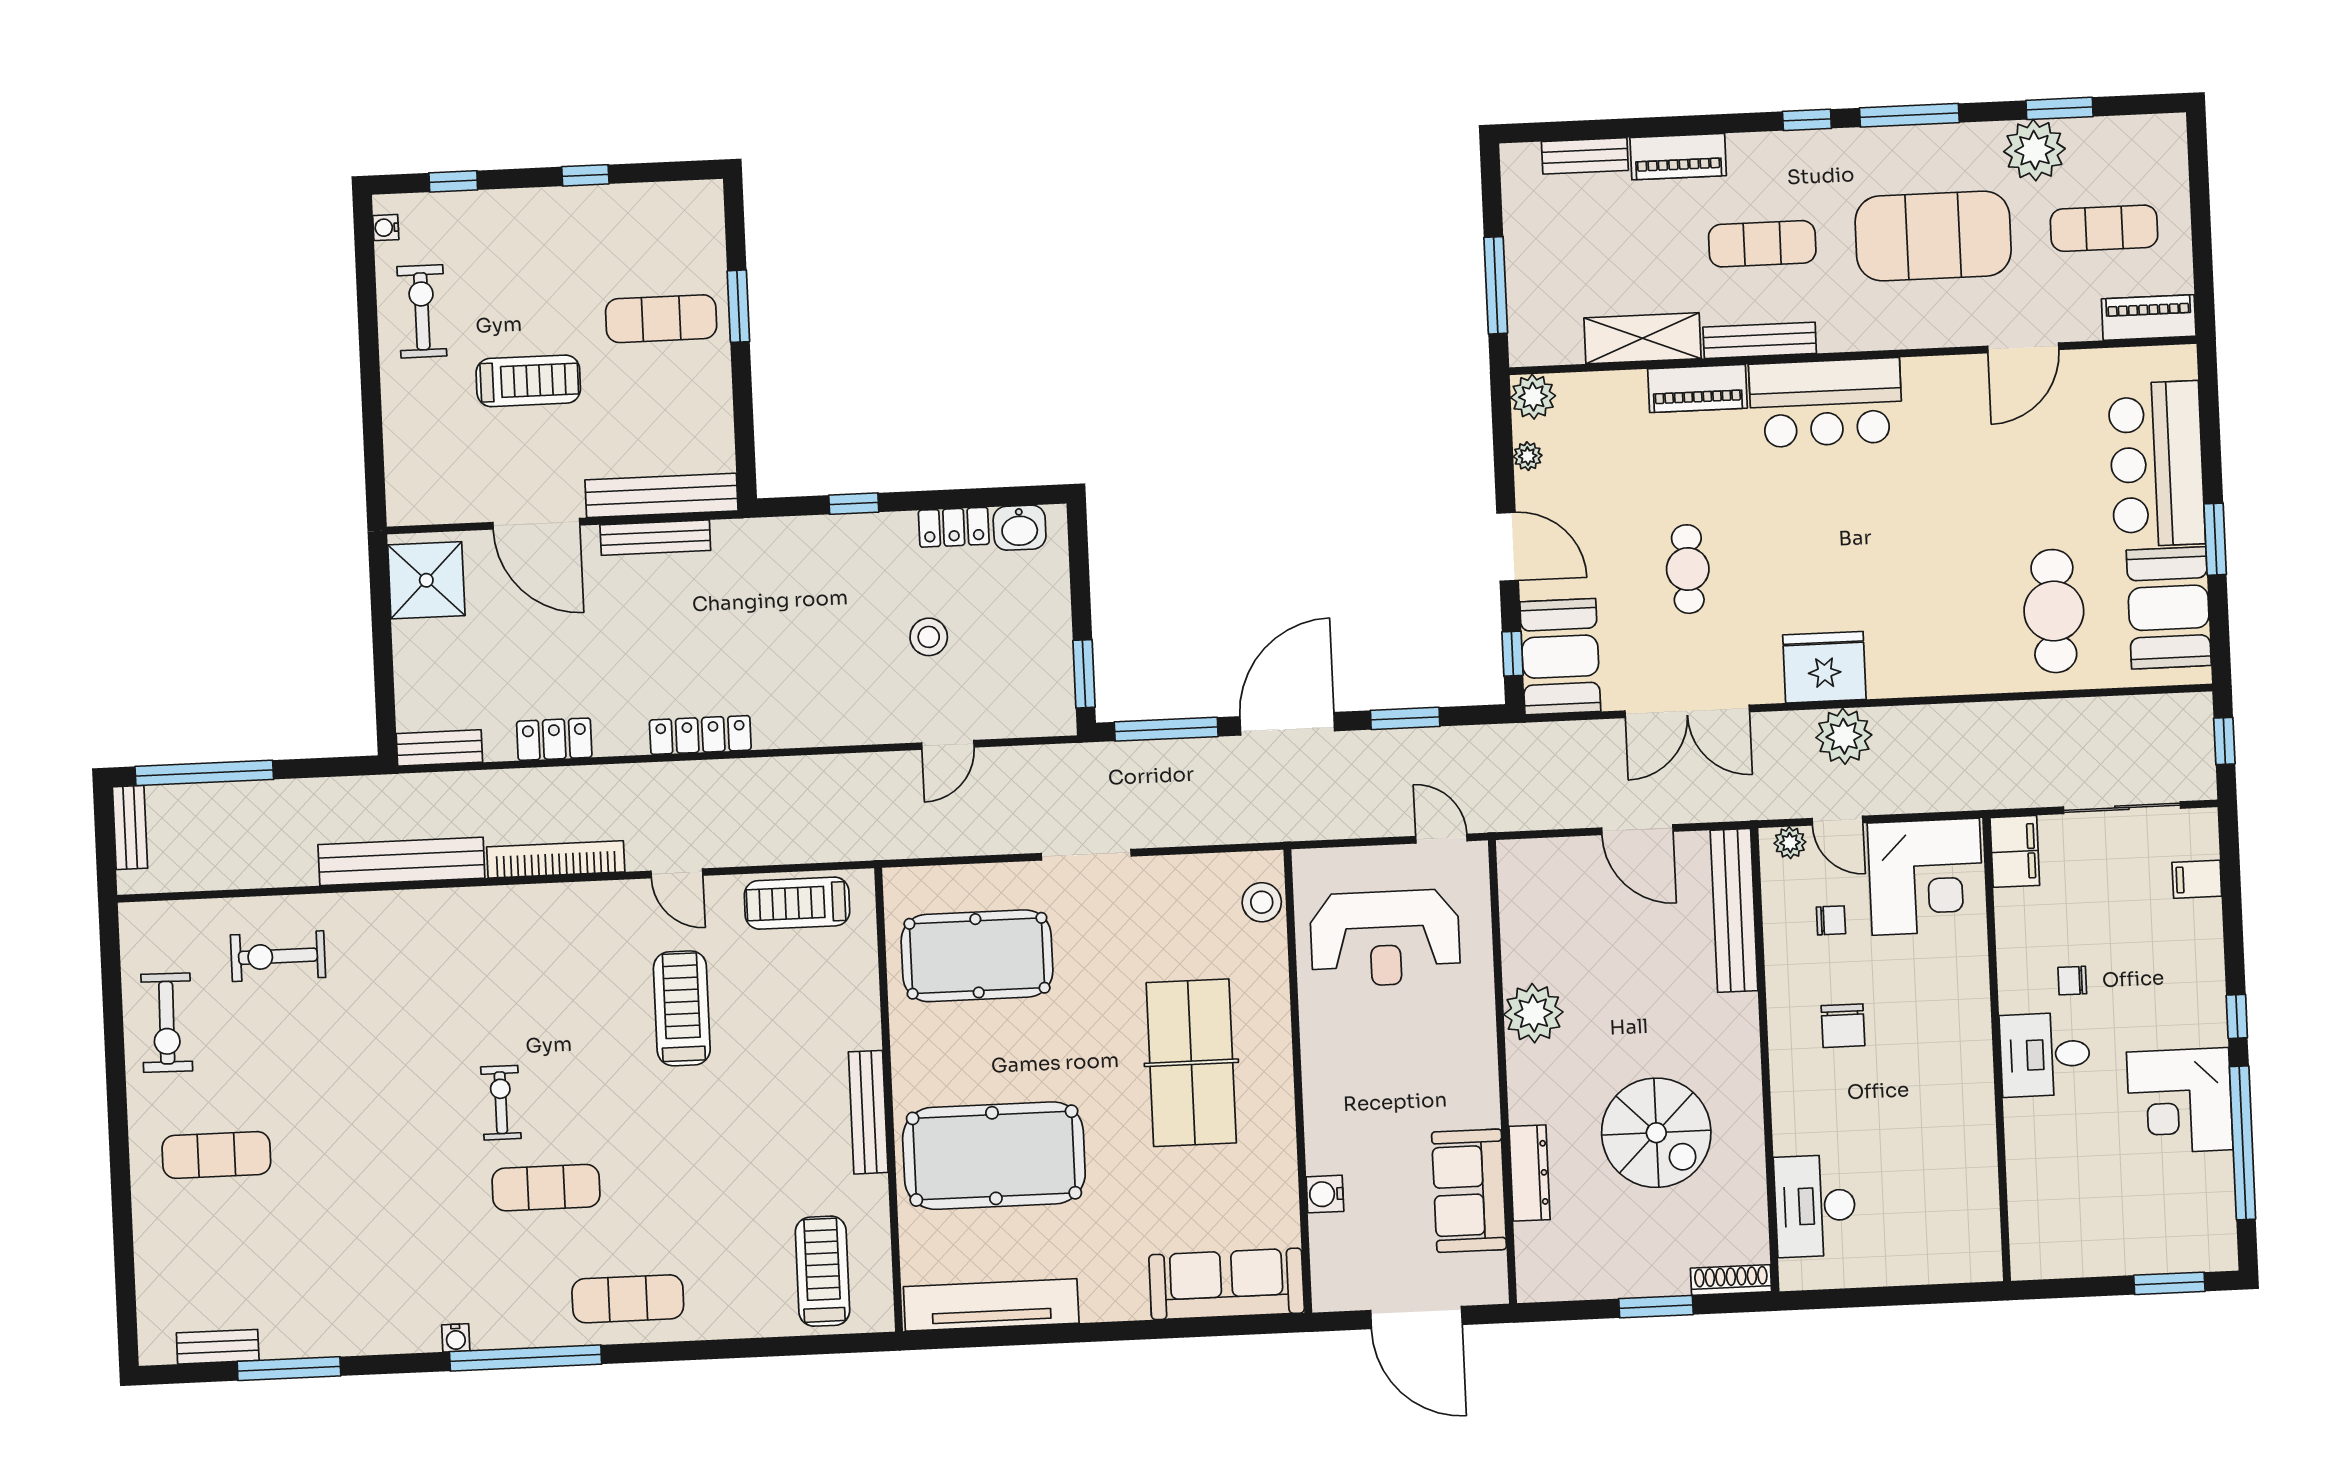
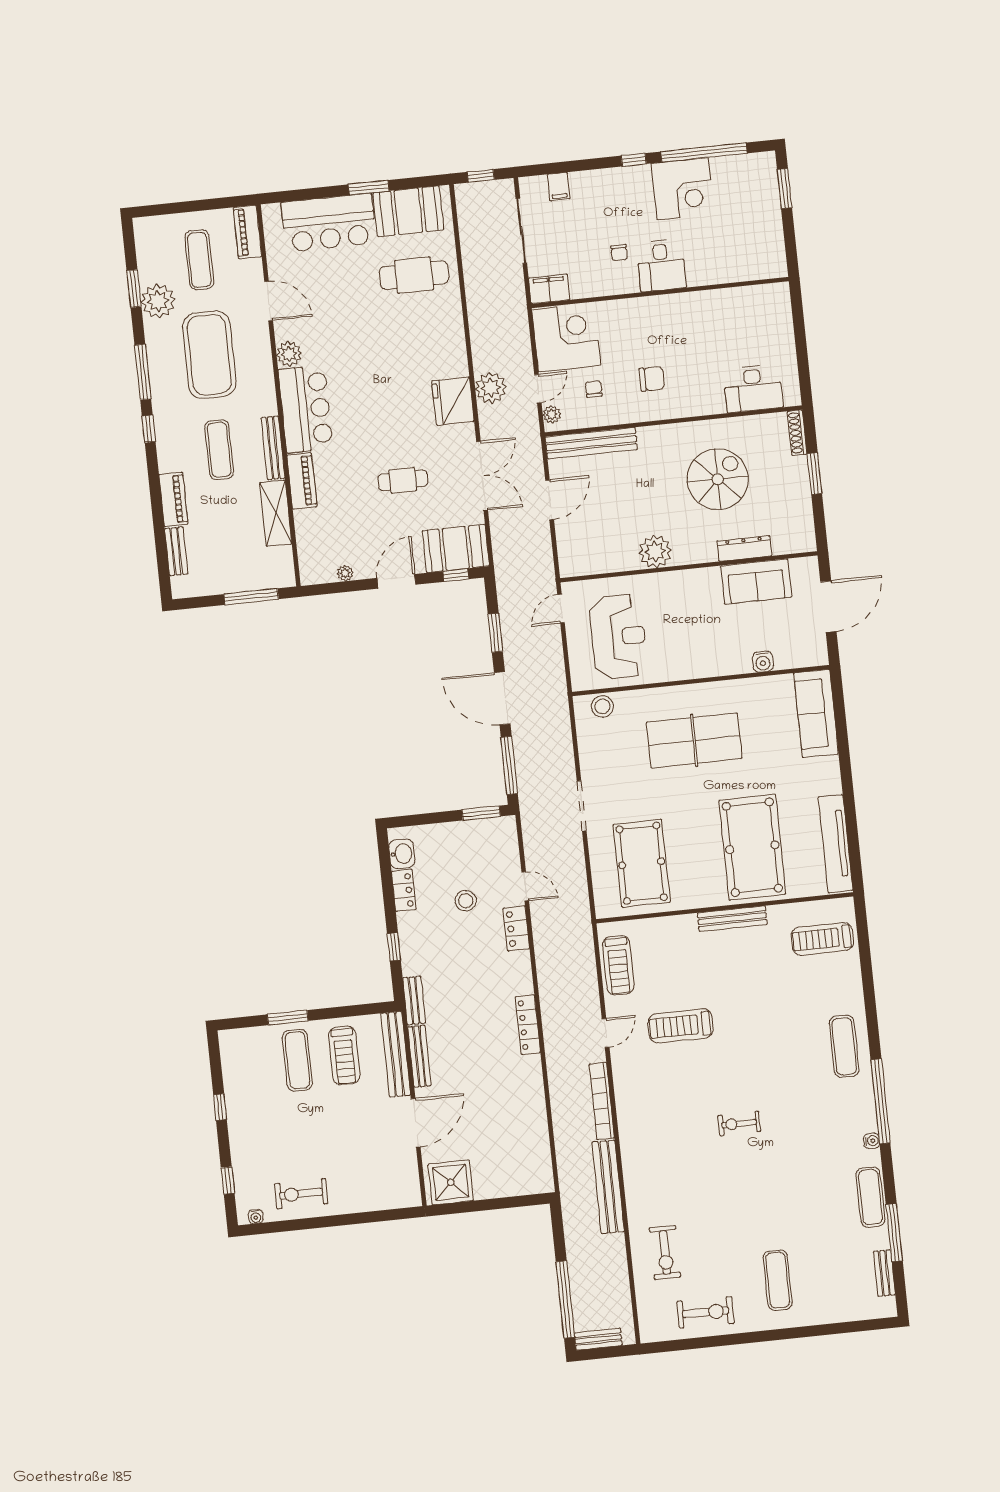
treadmill: (528, 381) -> (344, 1055), moved, turned 180
plant: (1533, 397) -> (289, 354), moved
locker: (554, 739) -> (516, 928), moved
bench: (439, 748) -> (414, 1000), moved
exercise mat: (546, 1188) -> (870, 1197), moved

